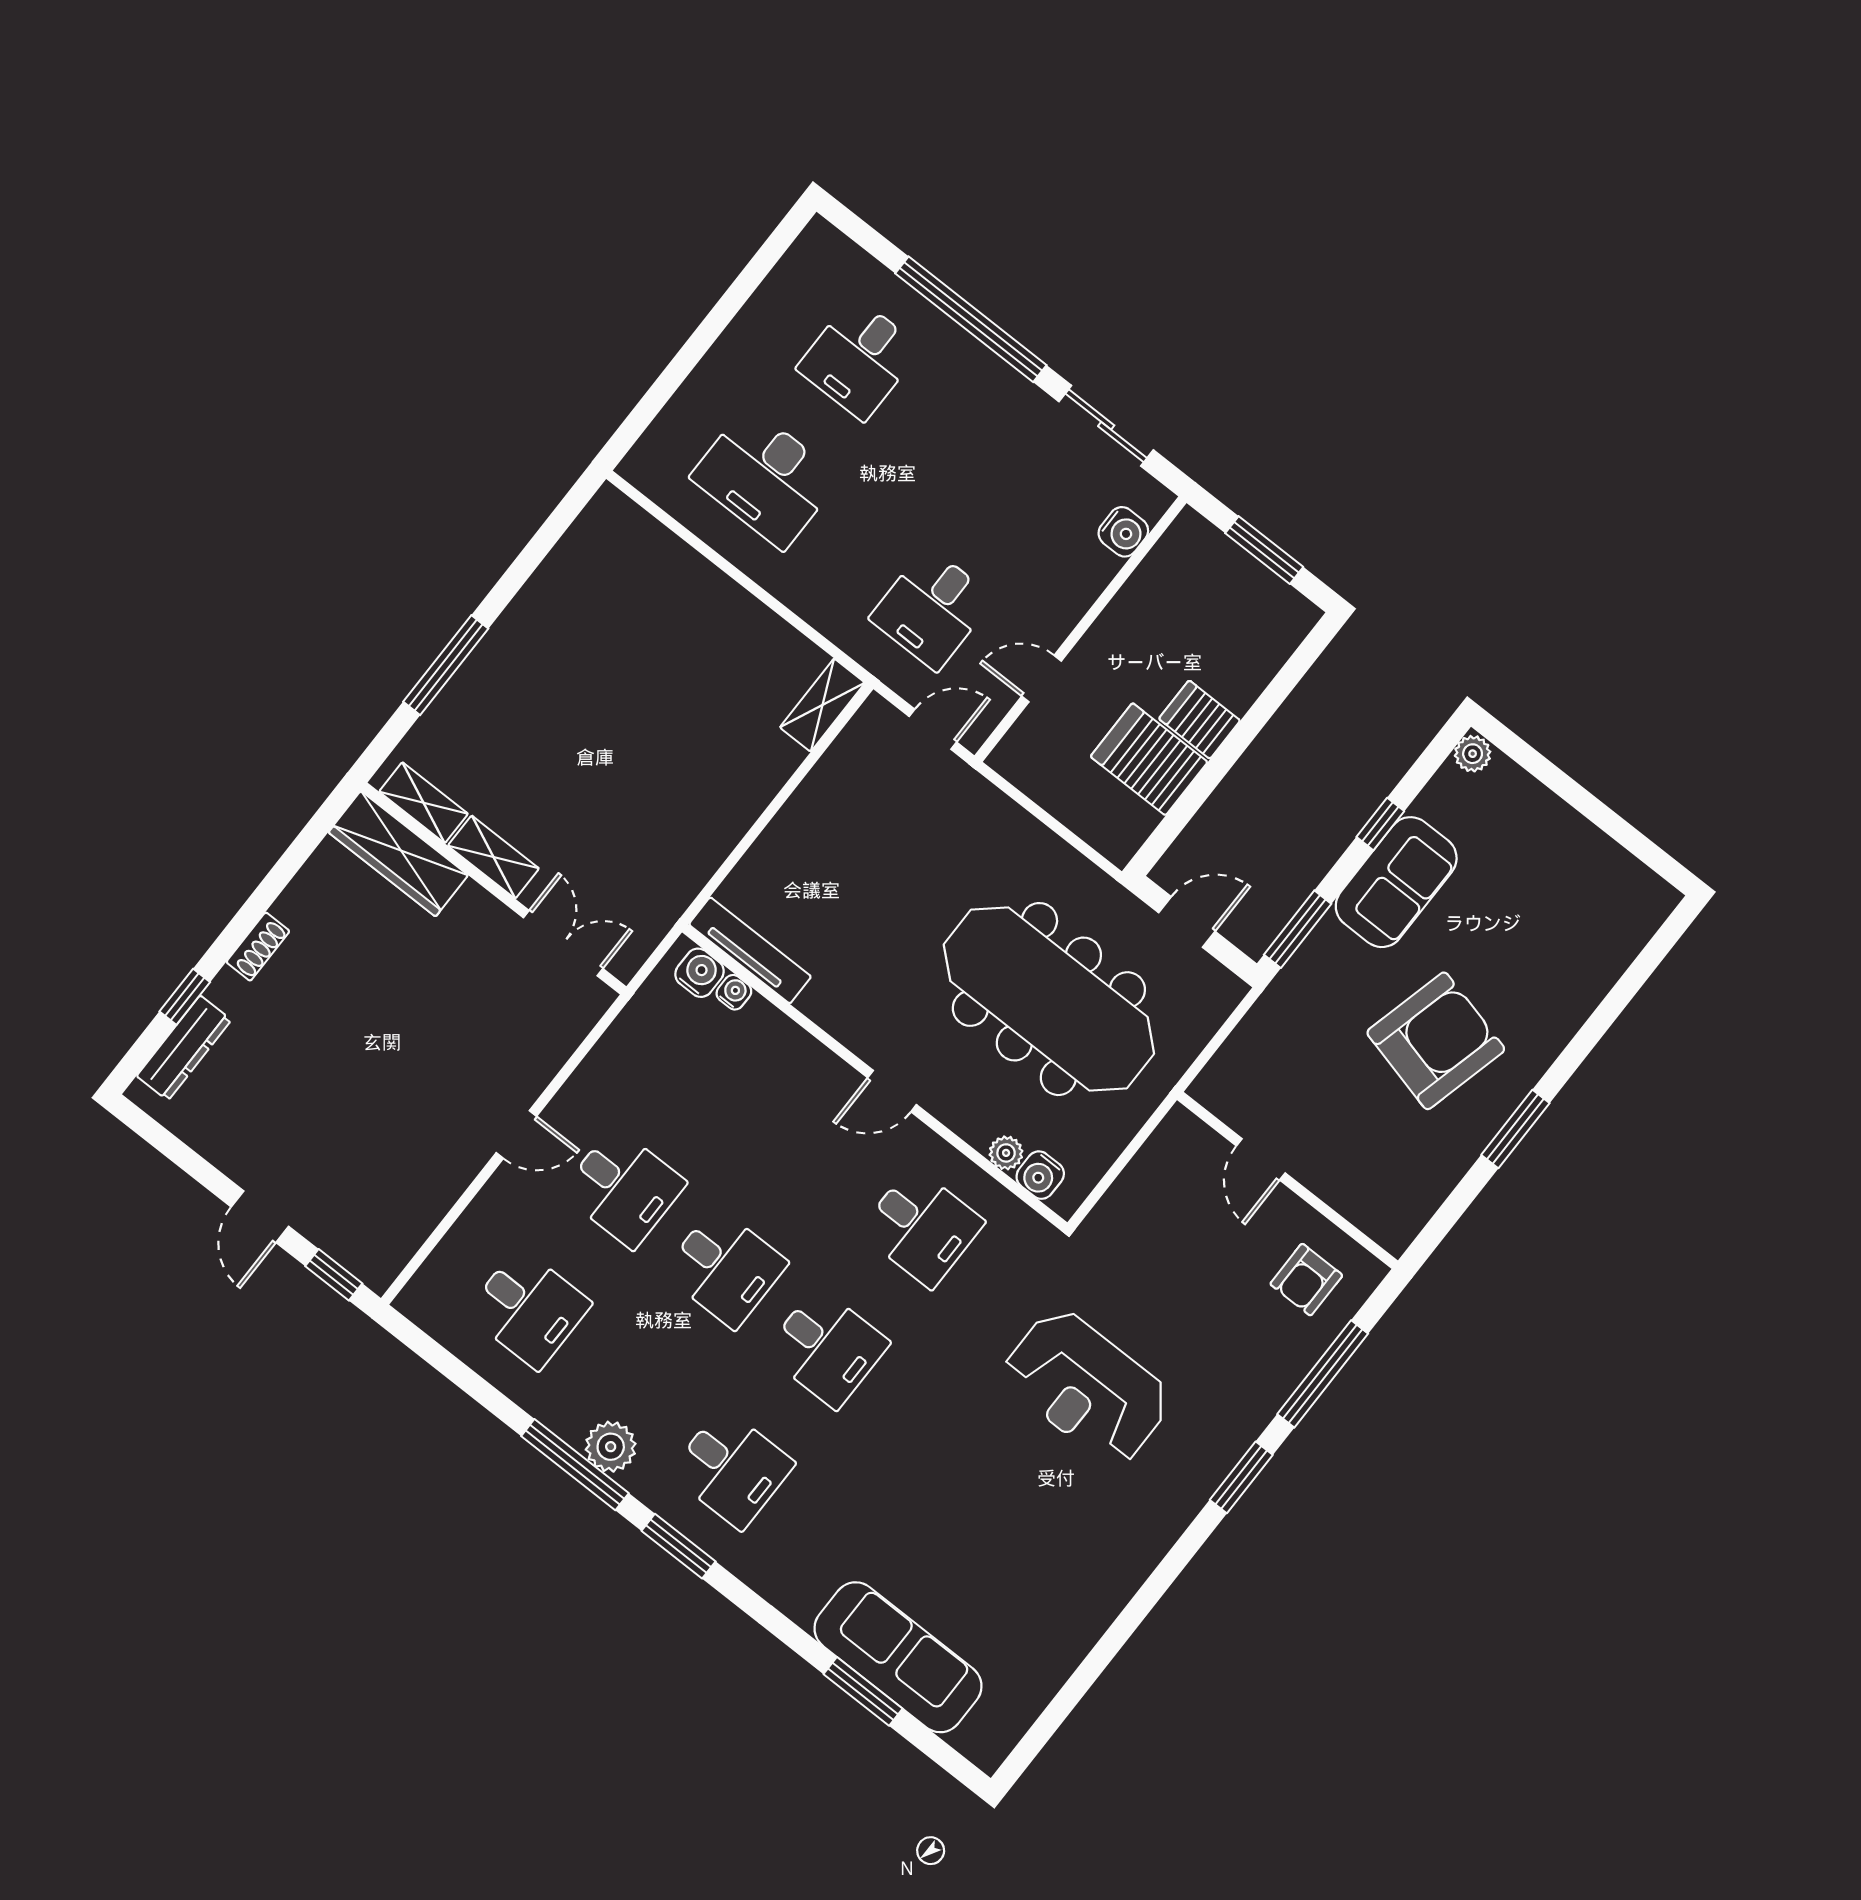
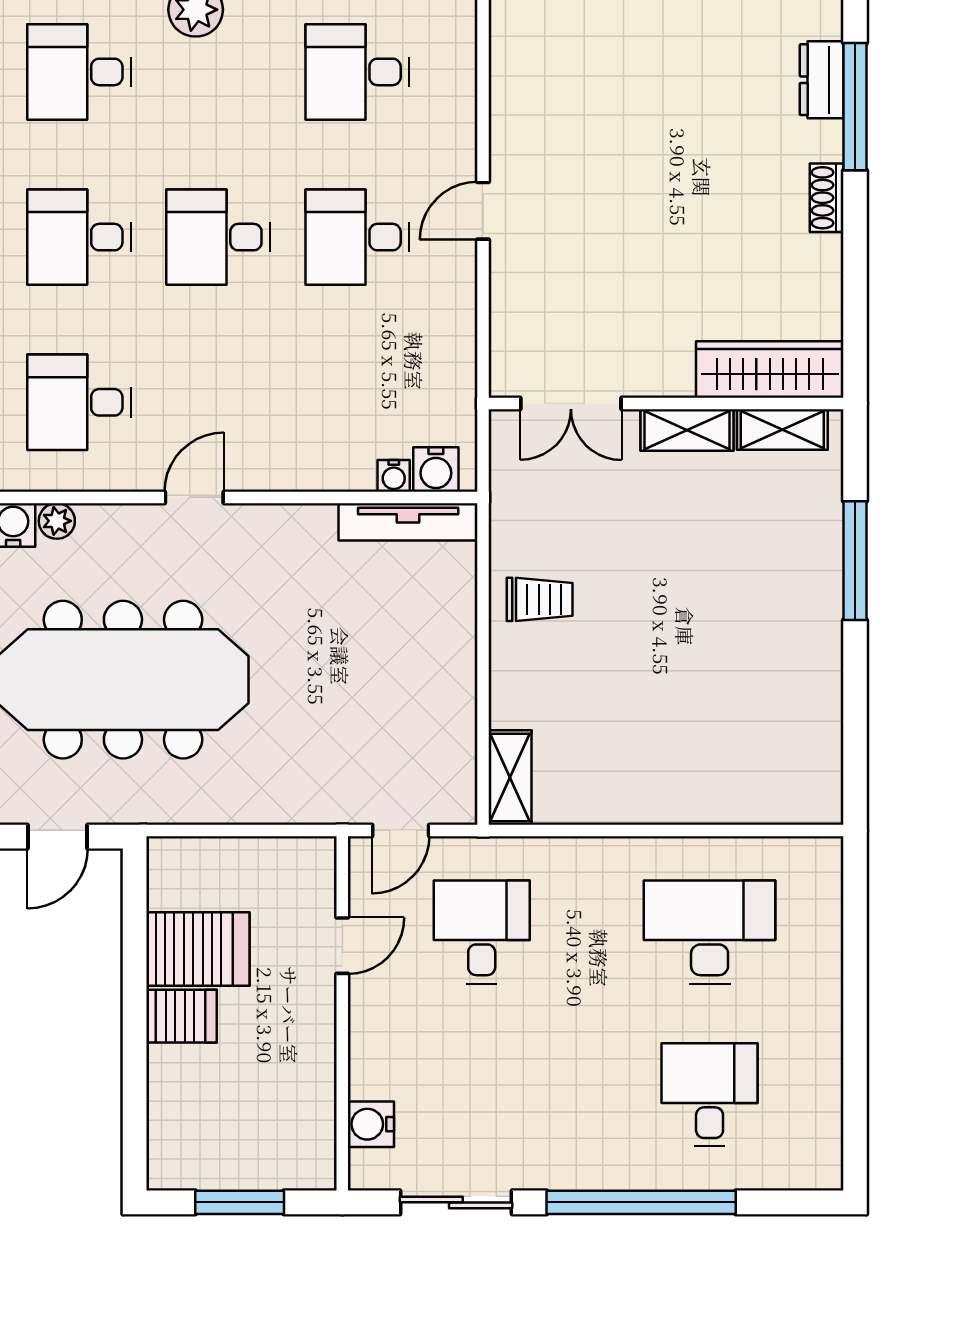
trolley: (698, 818) -> (540, 599), added
window: (185, 997) -> (855, 107), width x2.17
dresser: (184, 1048) -> (822, 80), width x0.70

